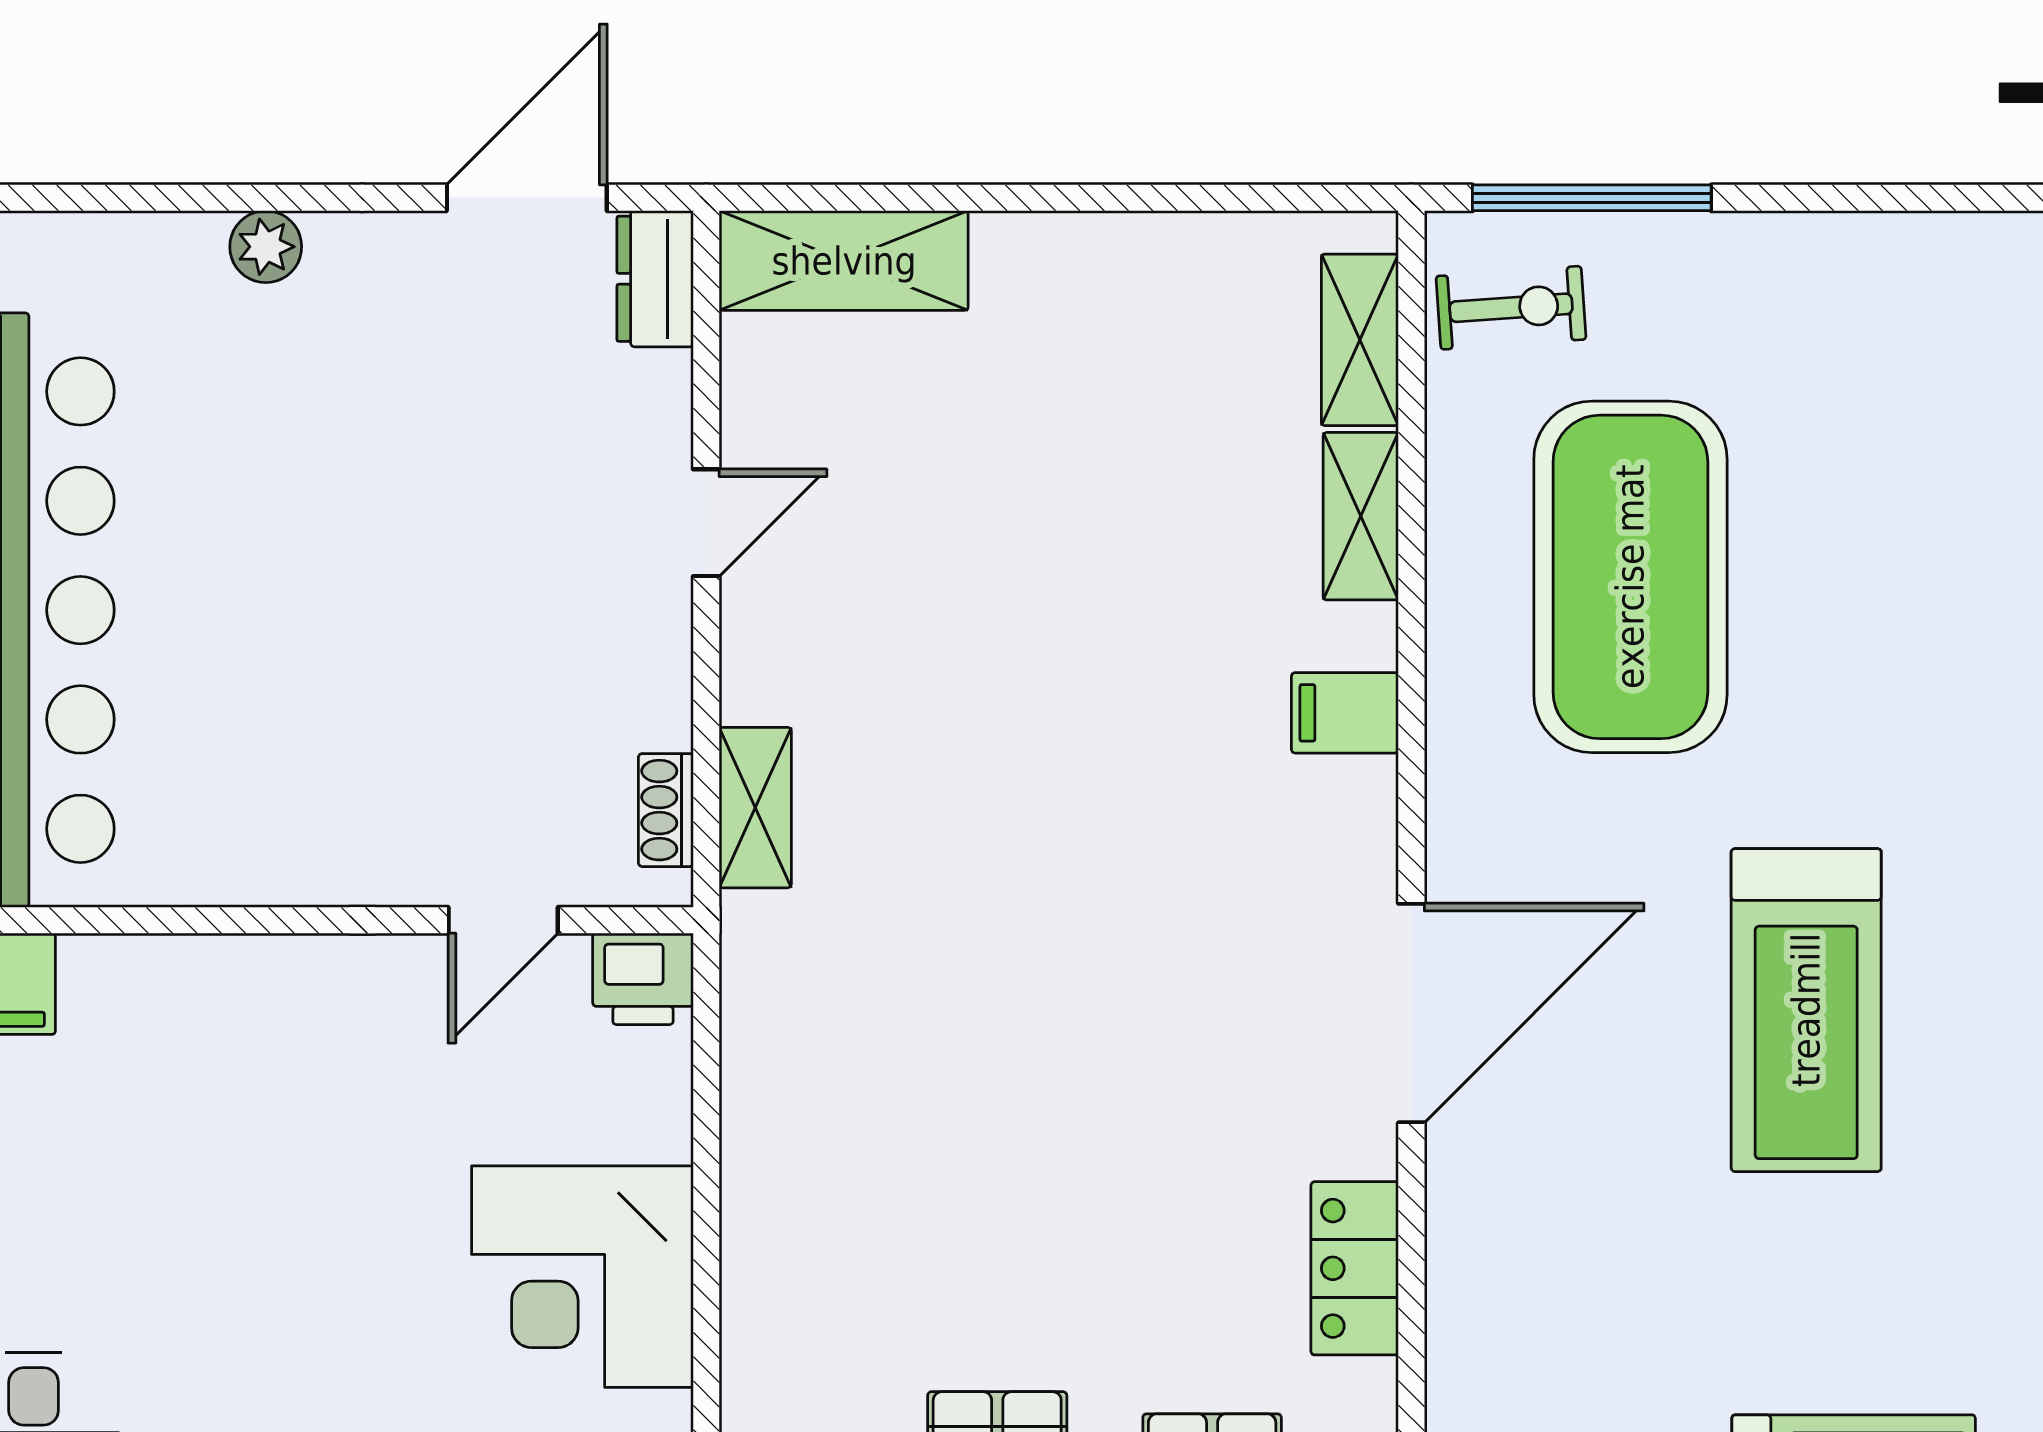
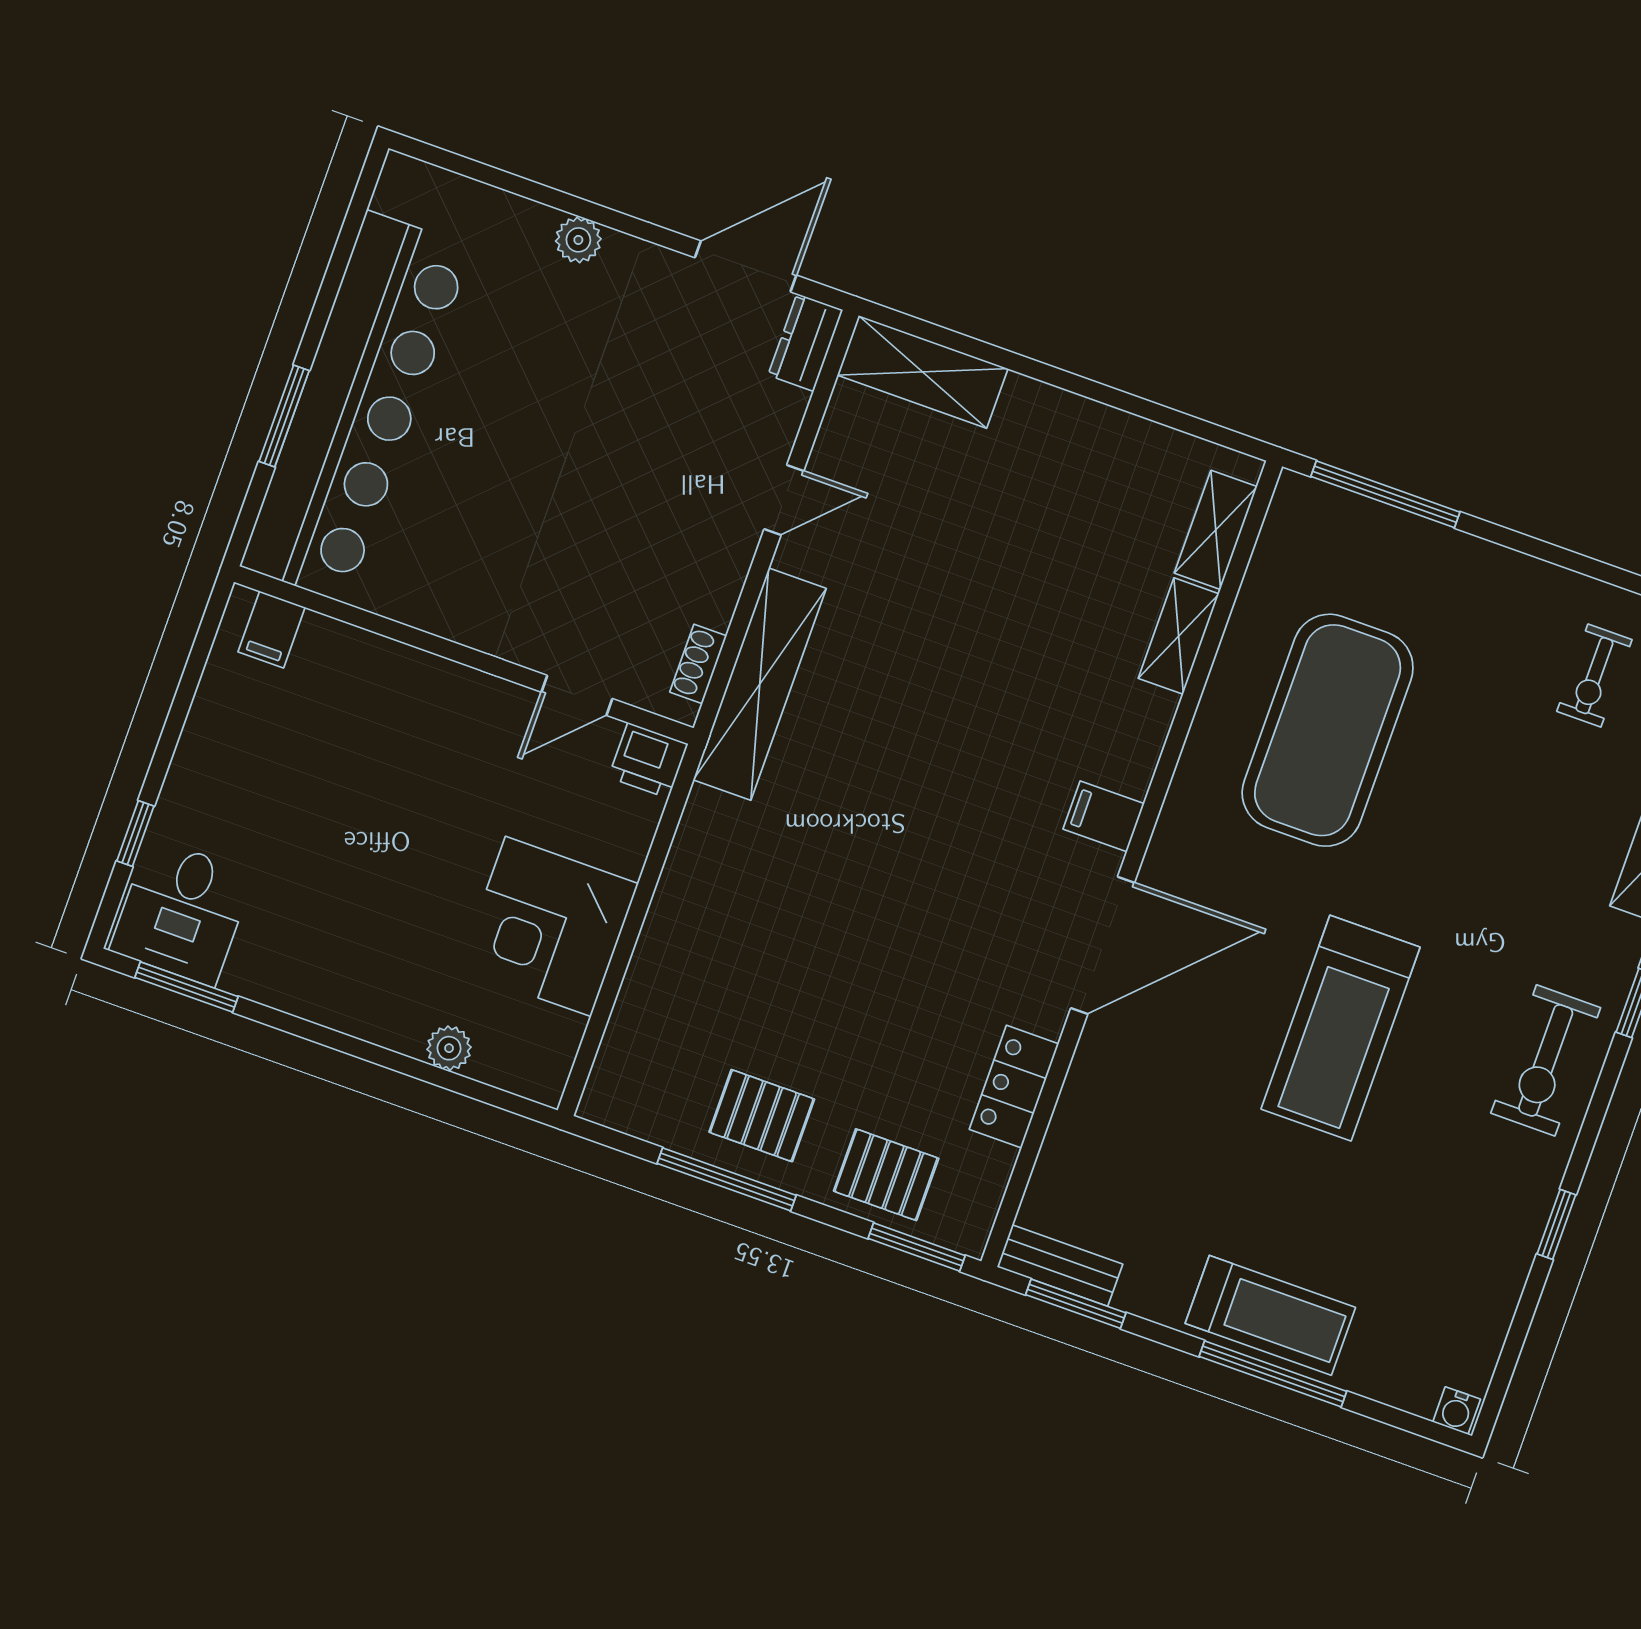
exercise bike: (1511, 308) -> (1594, 676), moved, turned 94
filing cabinet: (1345, 713) -> (1104, 816), moved
shelving: (755, 808) -> (760, 684), width x2.20, depth x1.33

